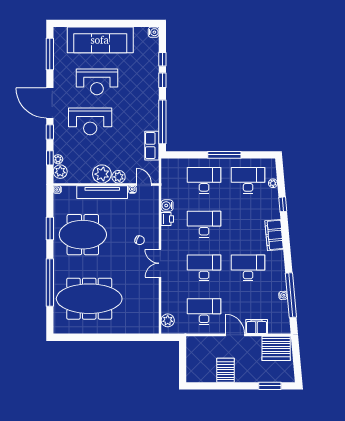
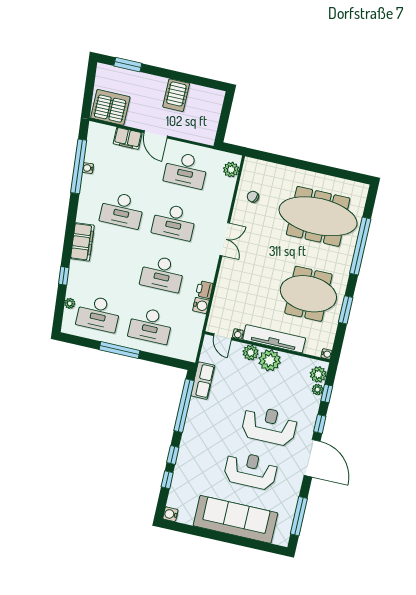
chair: (140, 240) -> (253, 197), moved

